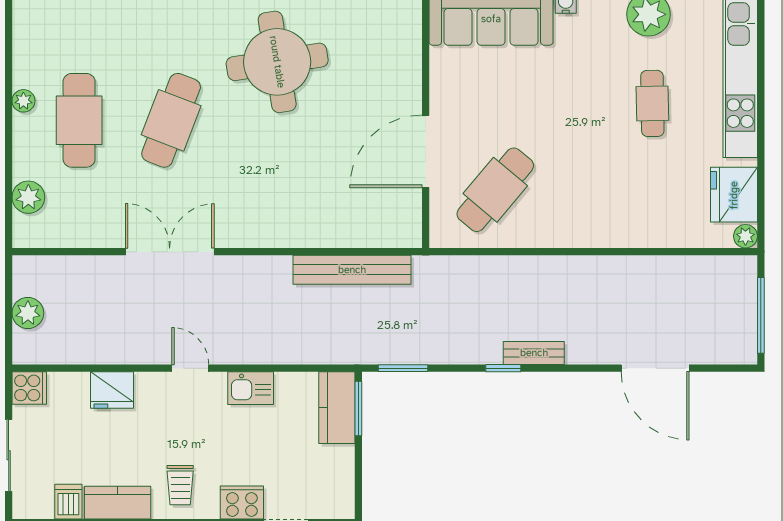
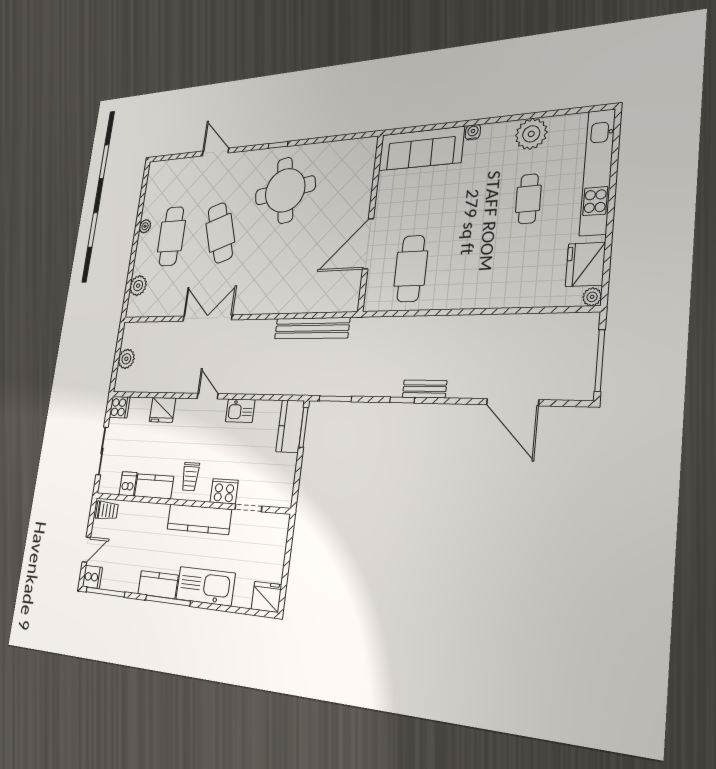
cafe table: (171, 120) -> (220, 233), turned -39
cafe table: (495, 190) -> (411, 269), turned -40

